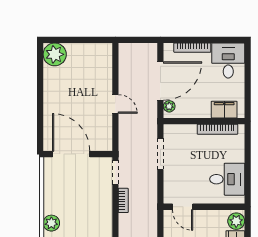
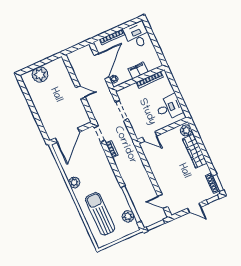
plant: (55, 54) -> (40, 74), moved
filing cabinet: (224, 110) -> (138, 71), moved
door: (71, 154) -> (67, 135), swing flipped

